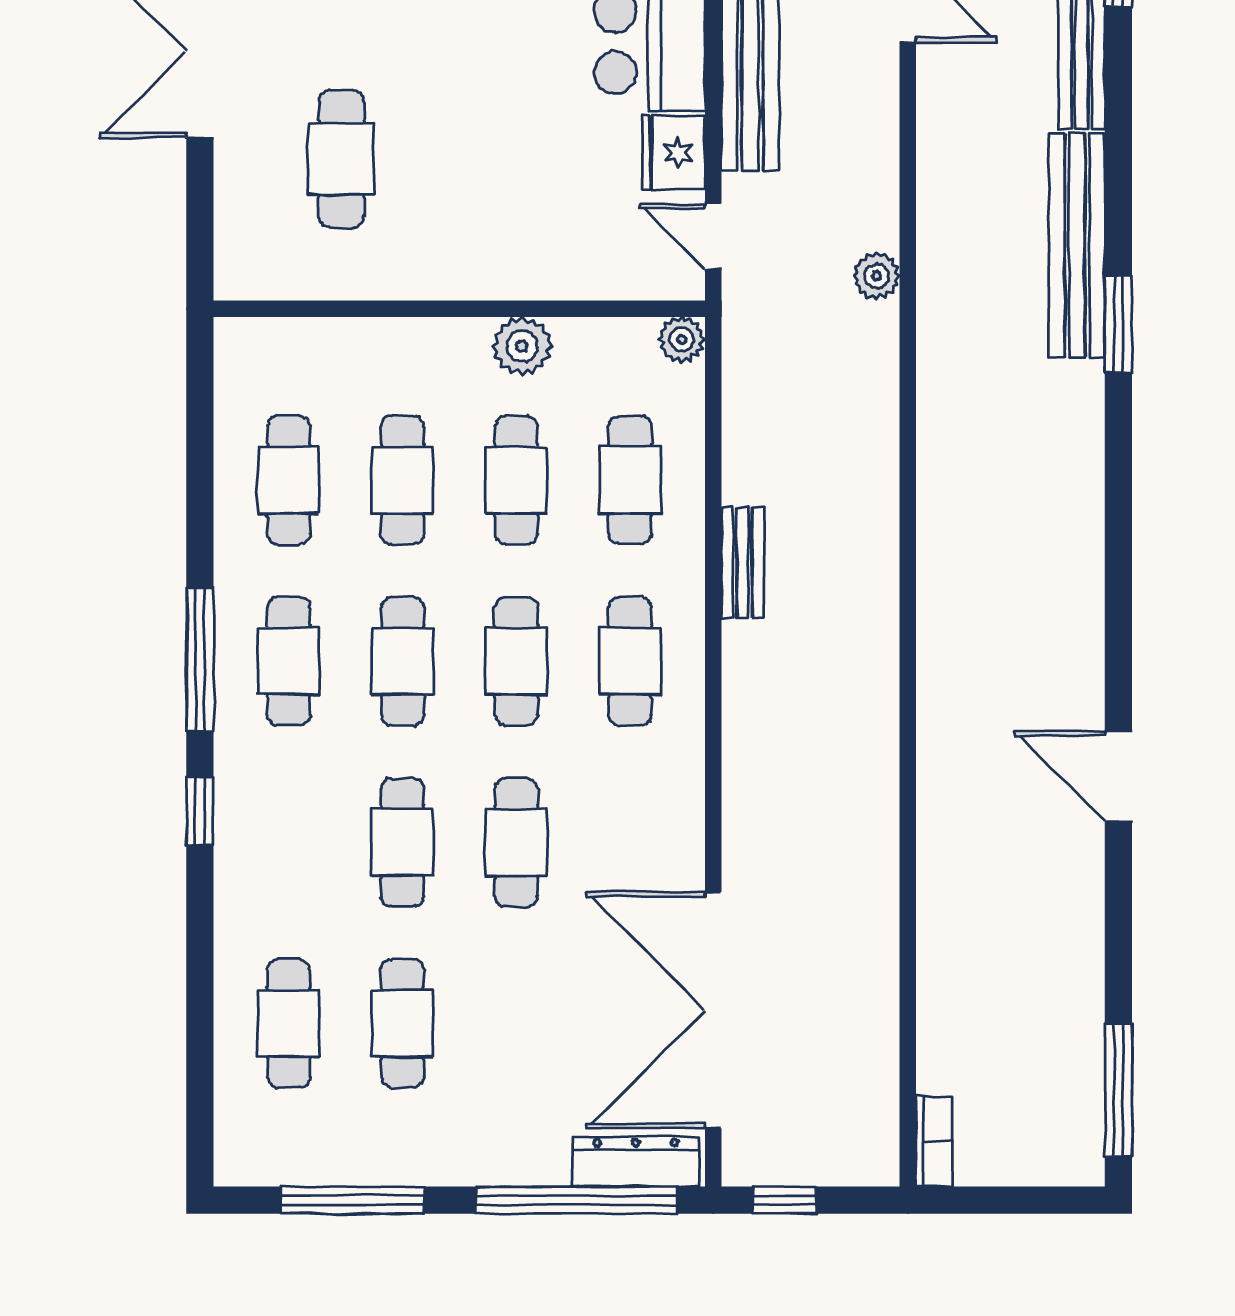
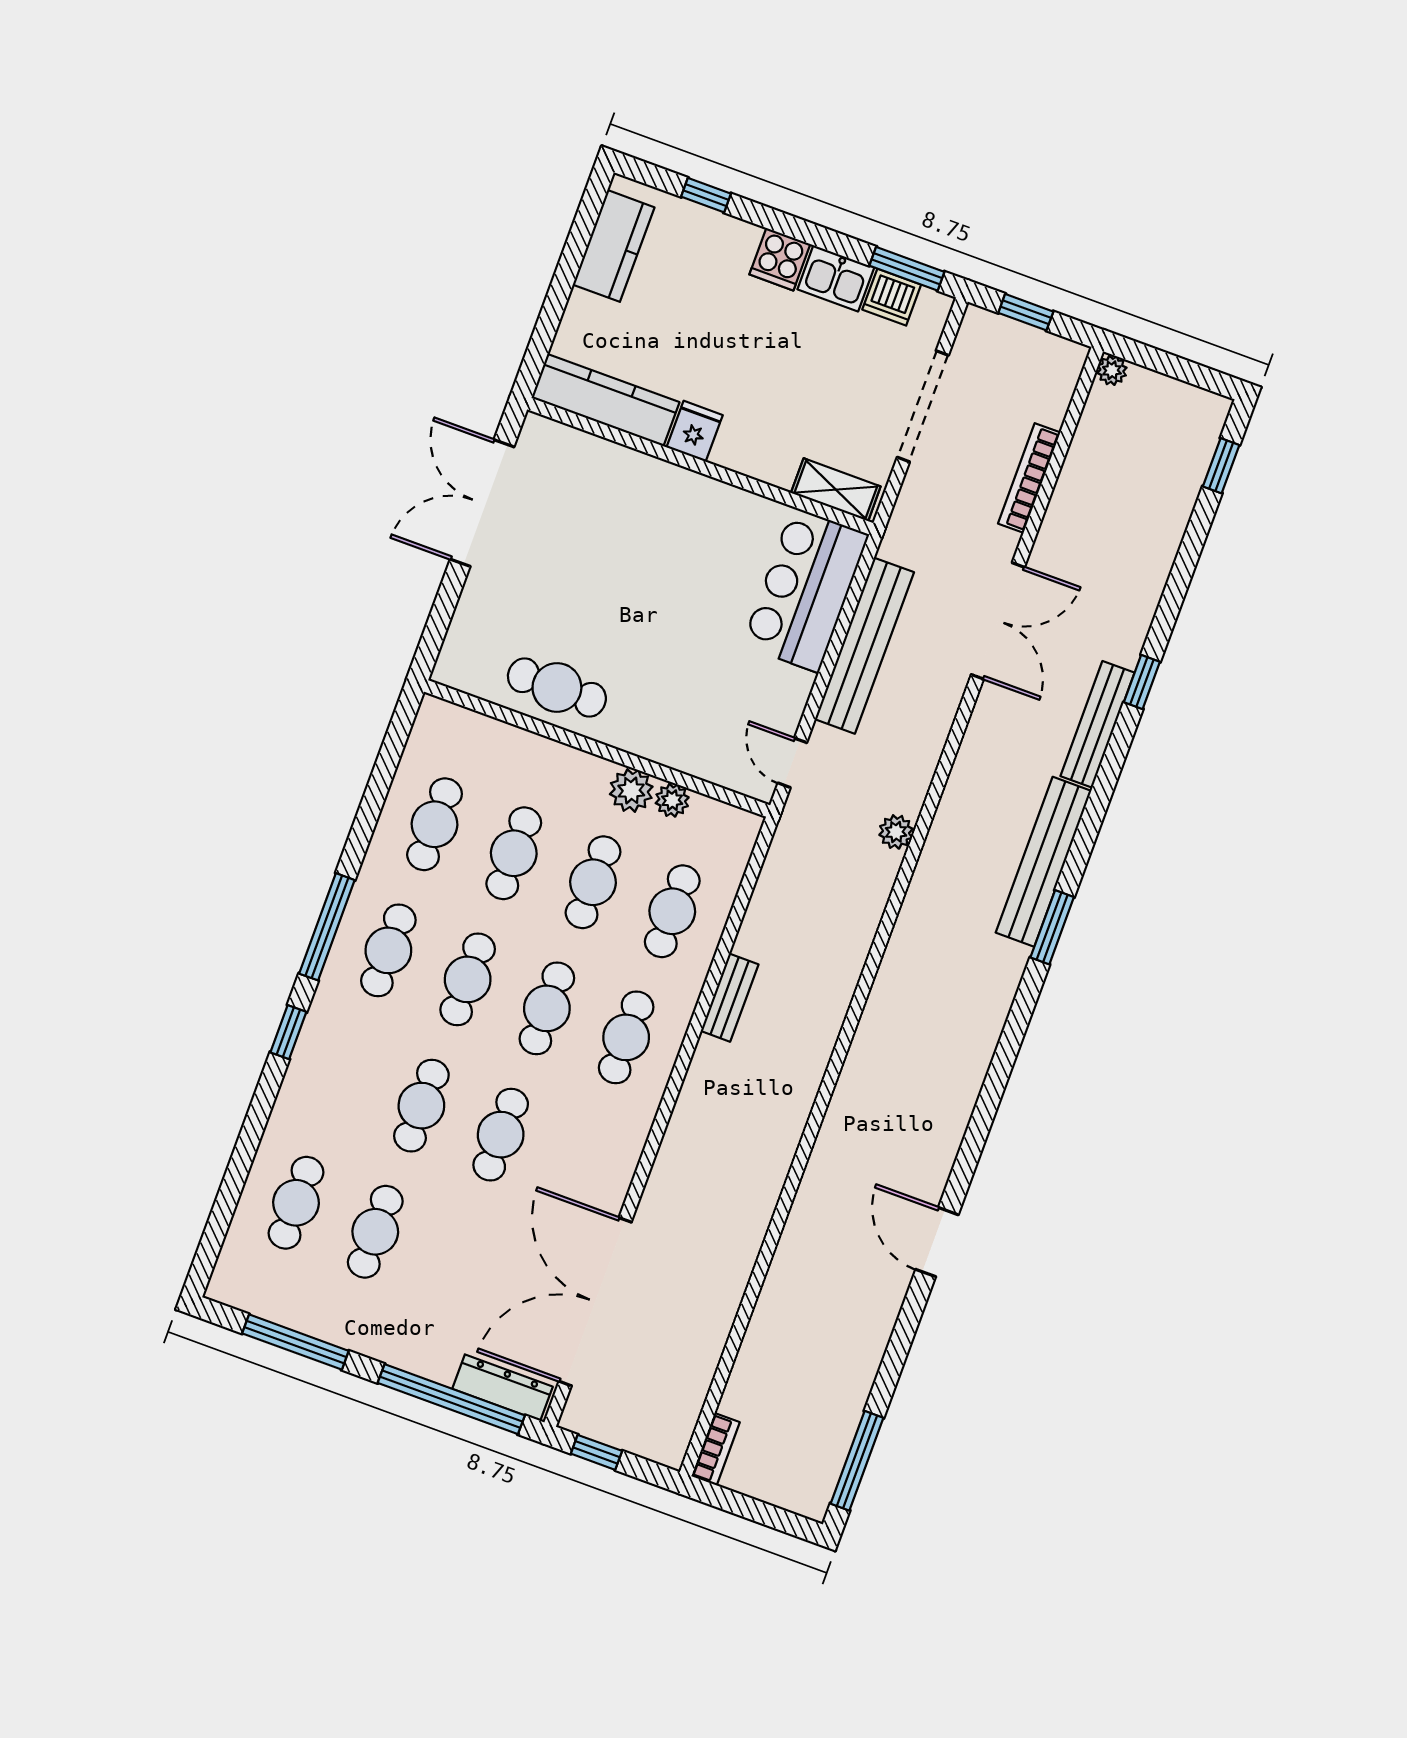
fridge: (673, 152) -> (786, 694), removed
cafe table: (341, 159) -> (557, 687), moved, turned 90
plant: (682, 340) -> (672, 800), moved

